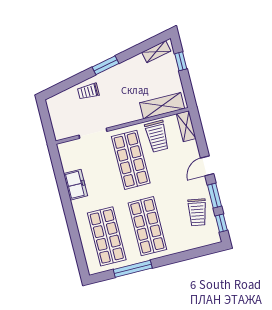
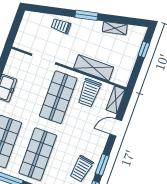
shelving: (156, 52) -> (115, 28), moved
shelving: (162, 106) -> (94, 68), moved
door: (207, 166) -> (116, 127), moved

